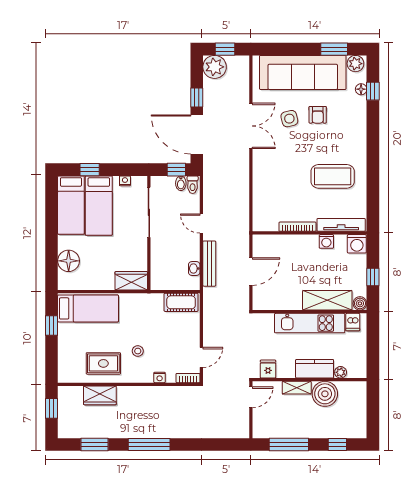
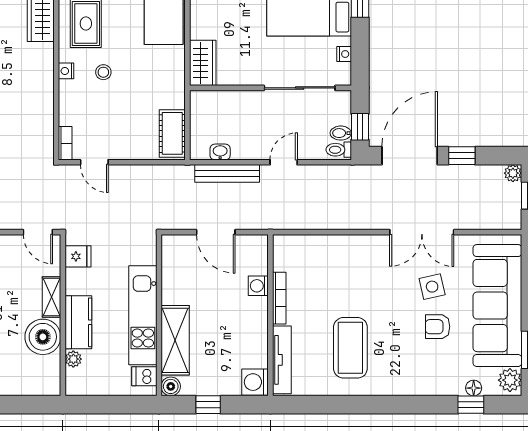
plant: (215, 67) -> (513, 173), width x0.53, depth x0.53
washing machine: (326, 241) -> (258, 286), moved
nightstand: (160, 377) -> (66, 71), moved

